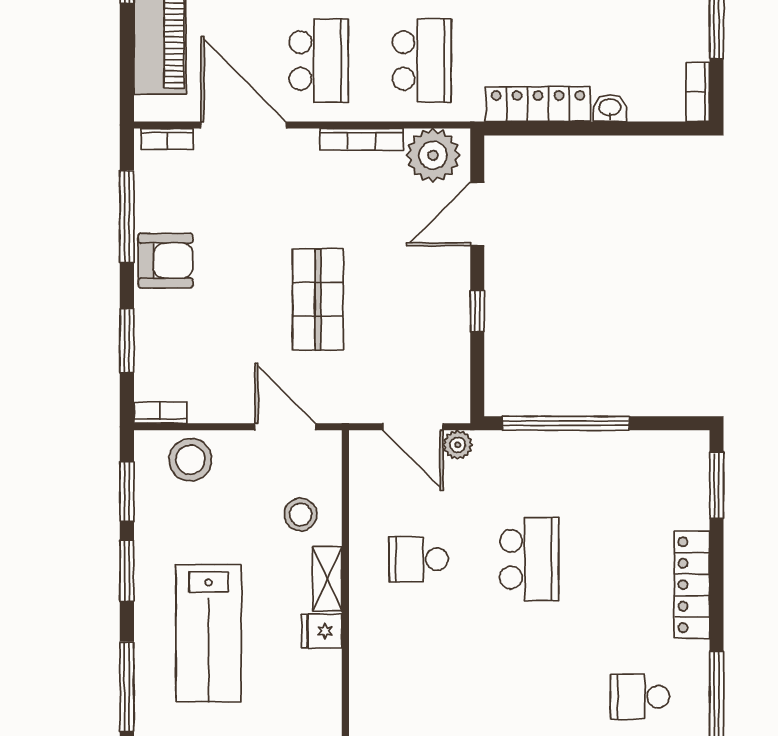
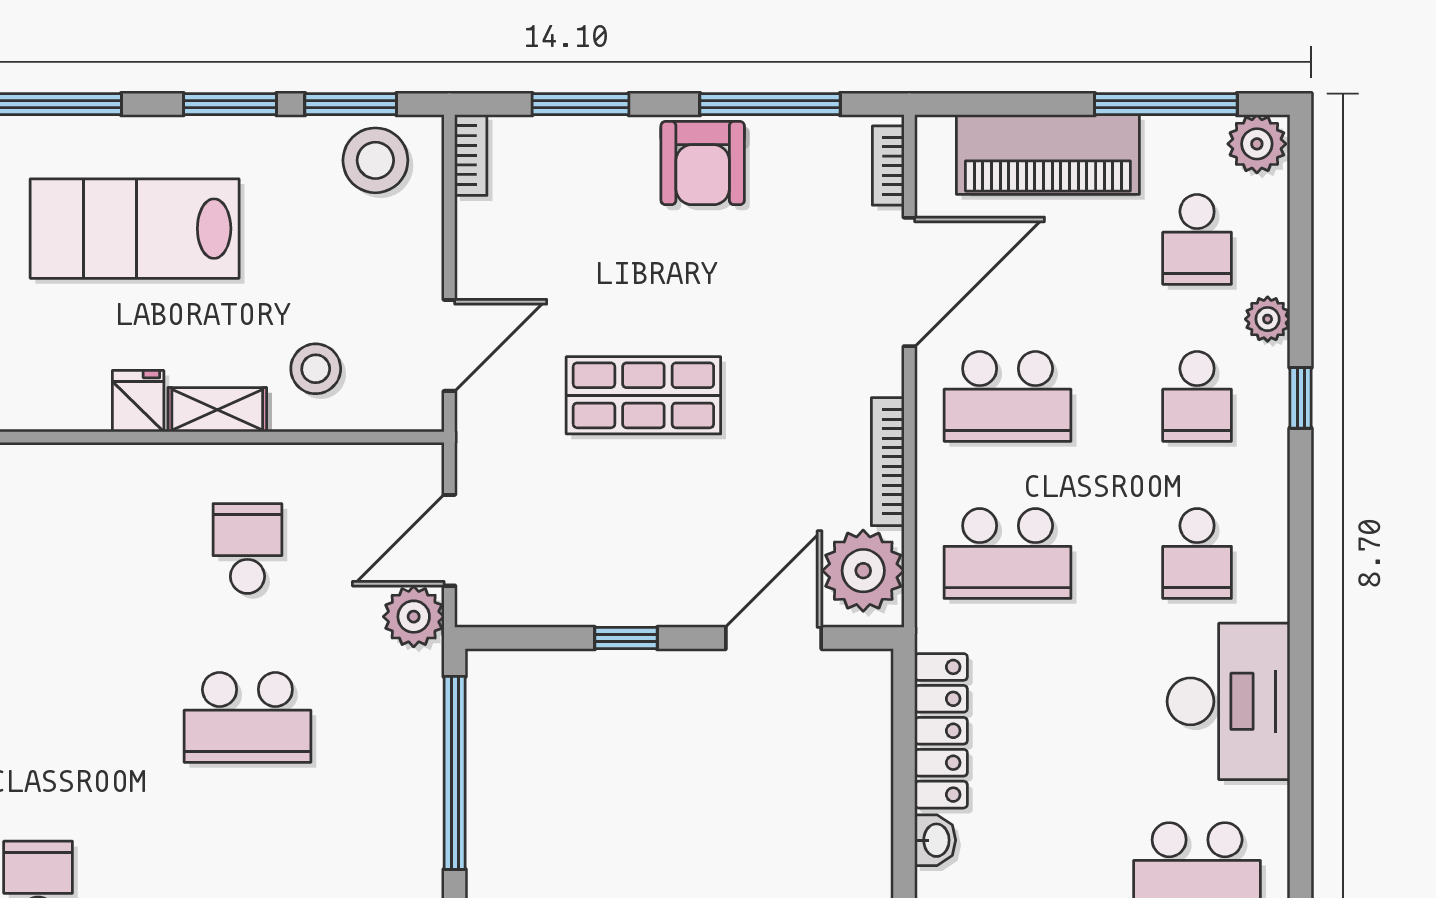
door: (477, 214) -> (774, 638), hinge flipped
plant: (458, 445) -> (414, 617), width x1.38, depth x1.38
stool: (190, 460) -> (375, 160), moved

